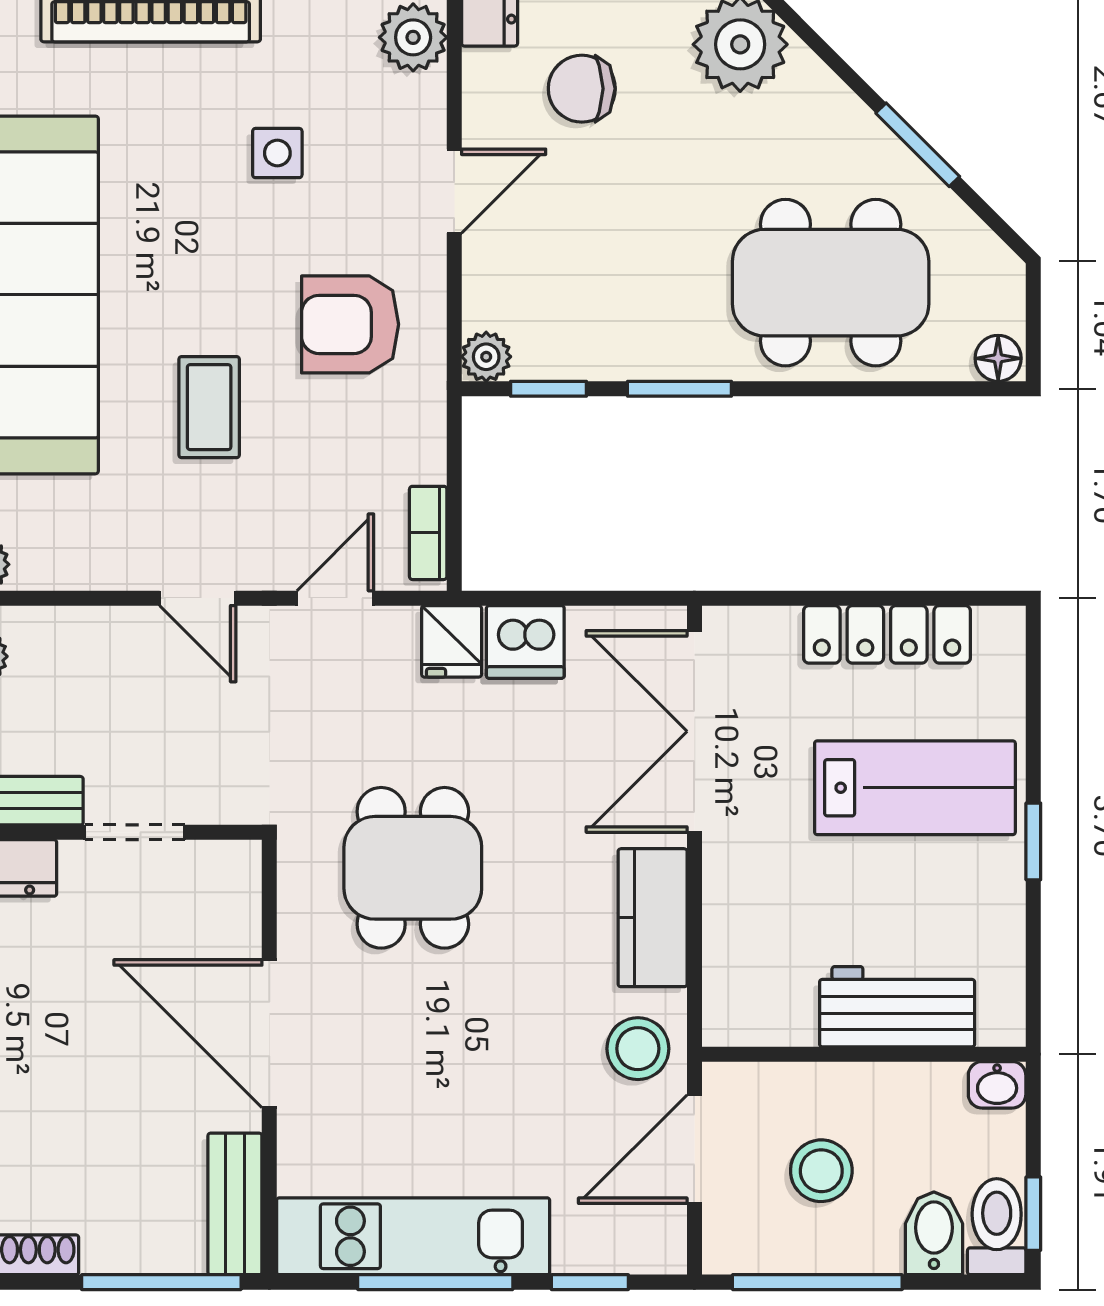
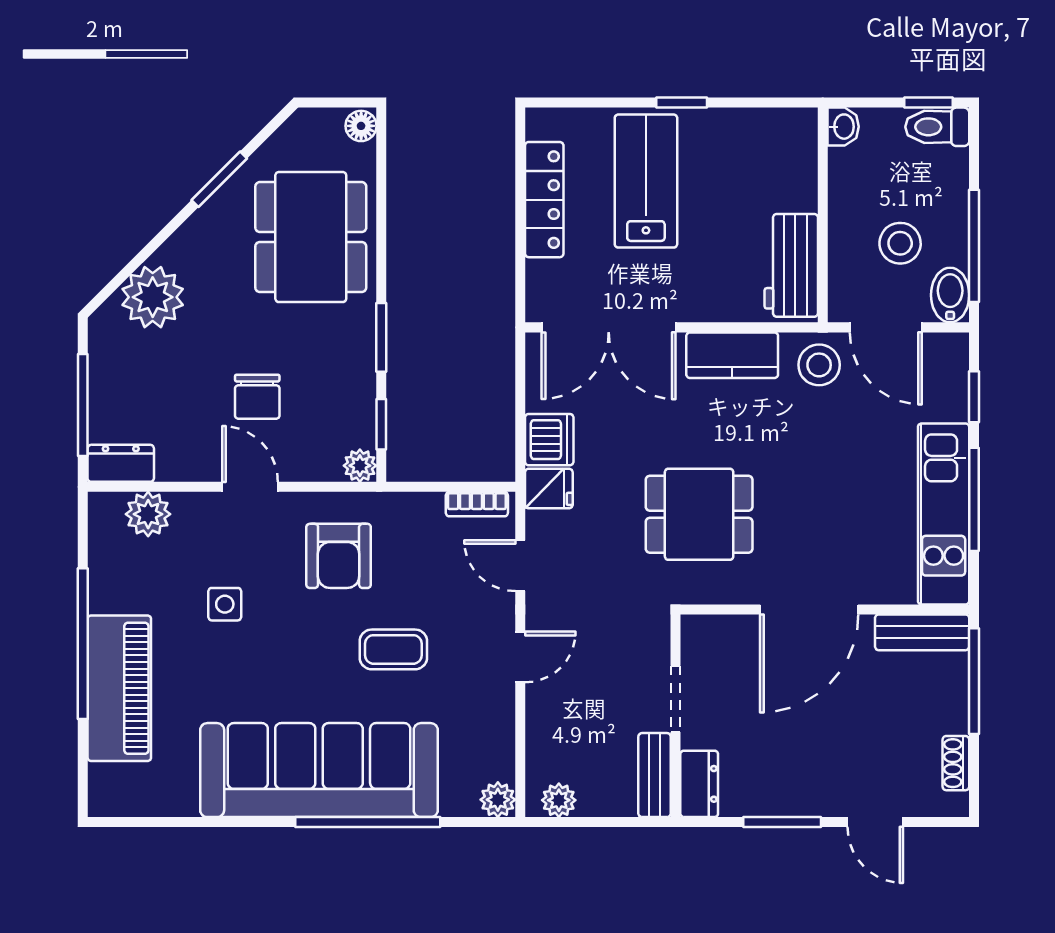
chair: (582, 89) -> (257, 397), moved
workbench: (897, 1007) -> (791, 265), moved
bidet: (934, 1233) -> (950, 295), moved, turned 90

